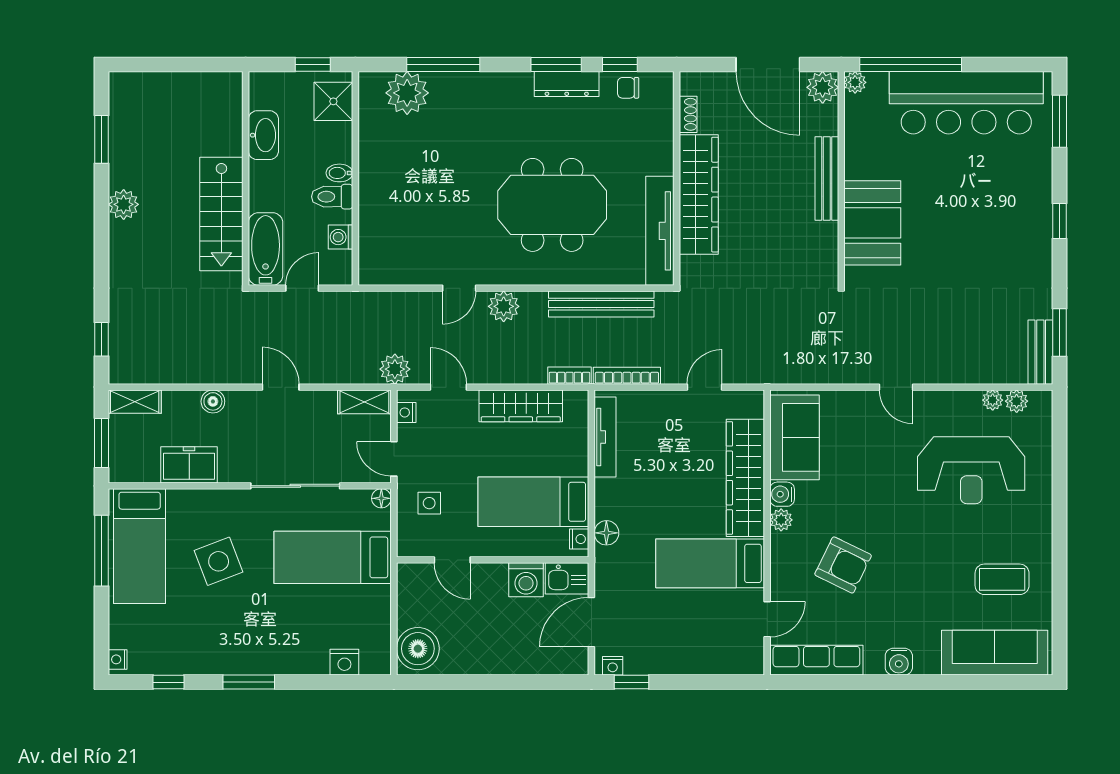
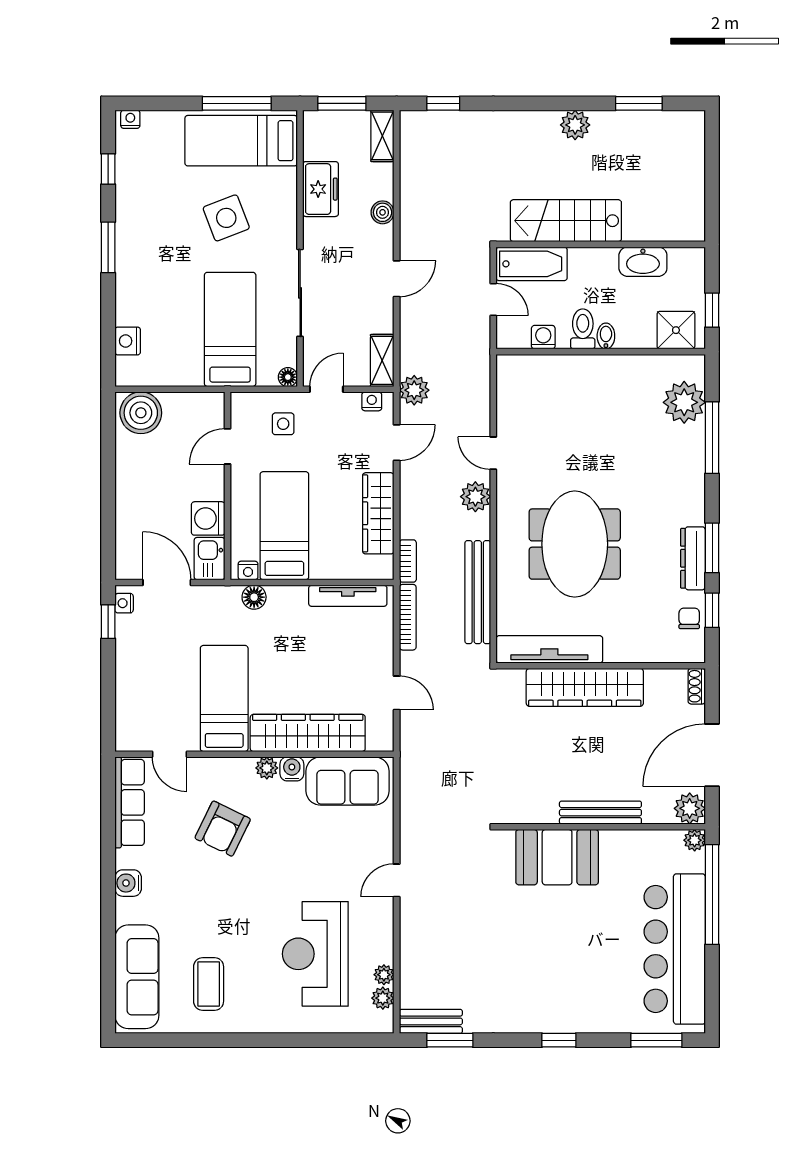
shoe rack: (688, 114) -> (697, 686), moved, turned 90

